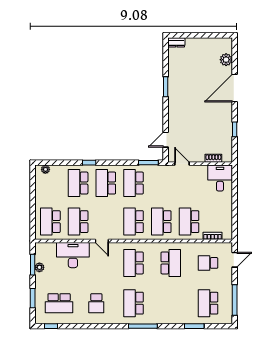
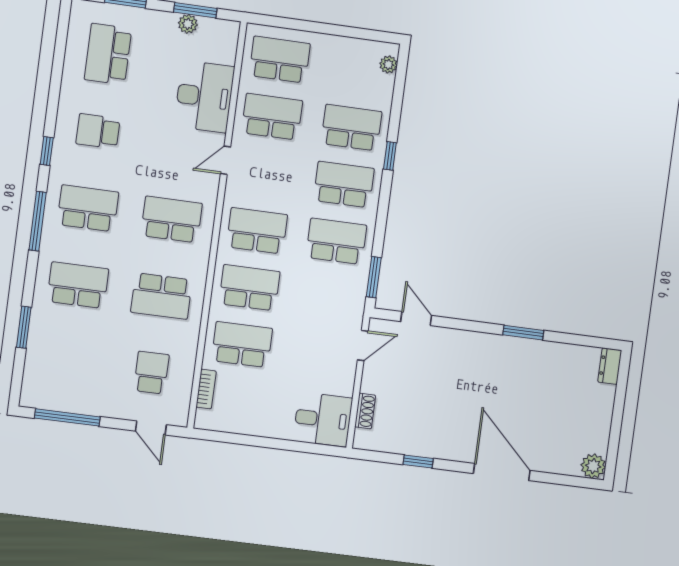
plant: (226, 60) -> (593, 466), moved
school desk: (208, 303) -> (78, 285), moved
window: (51, 326) -> (47, 151), moved

